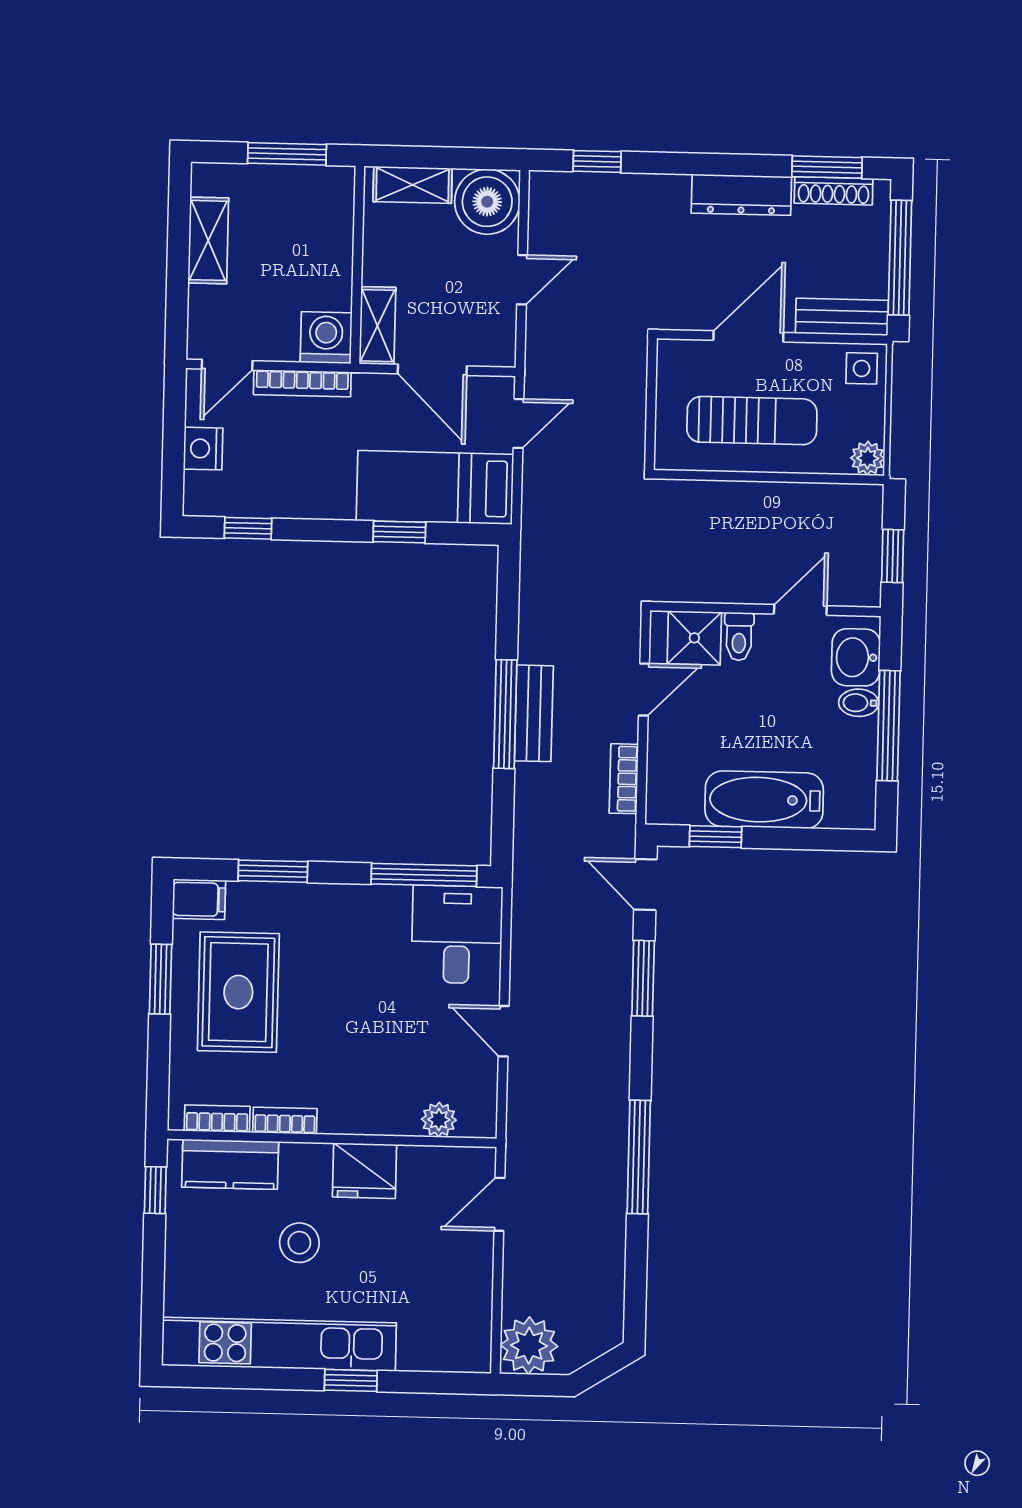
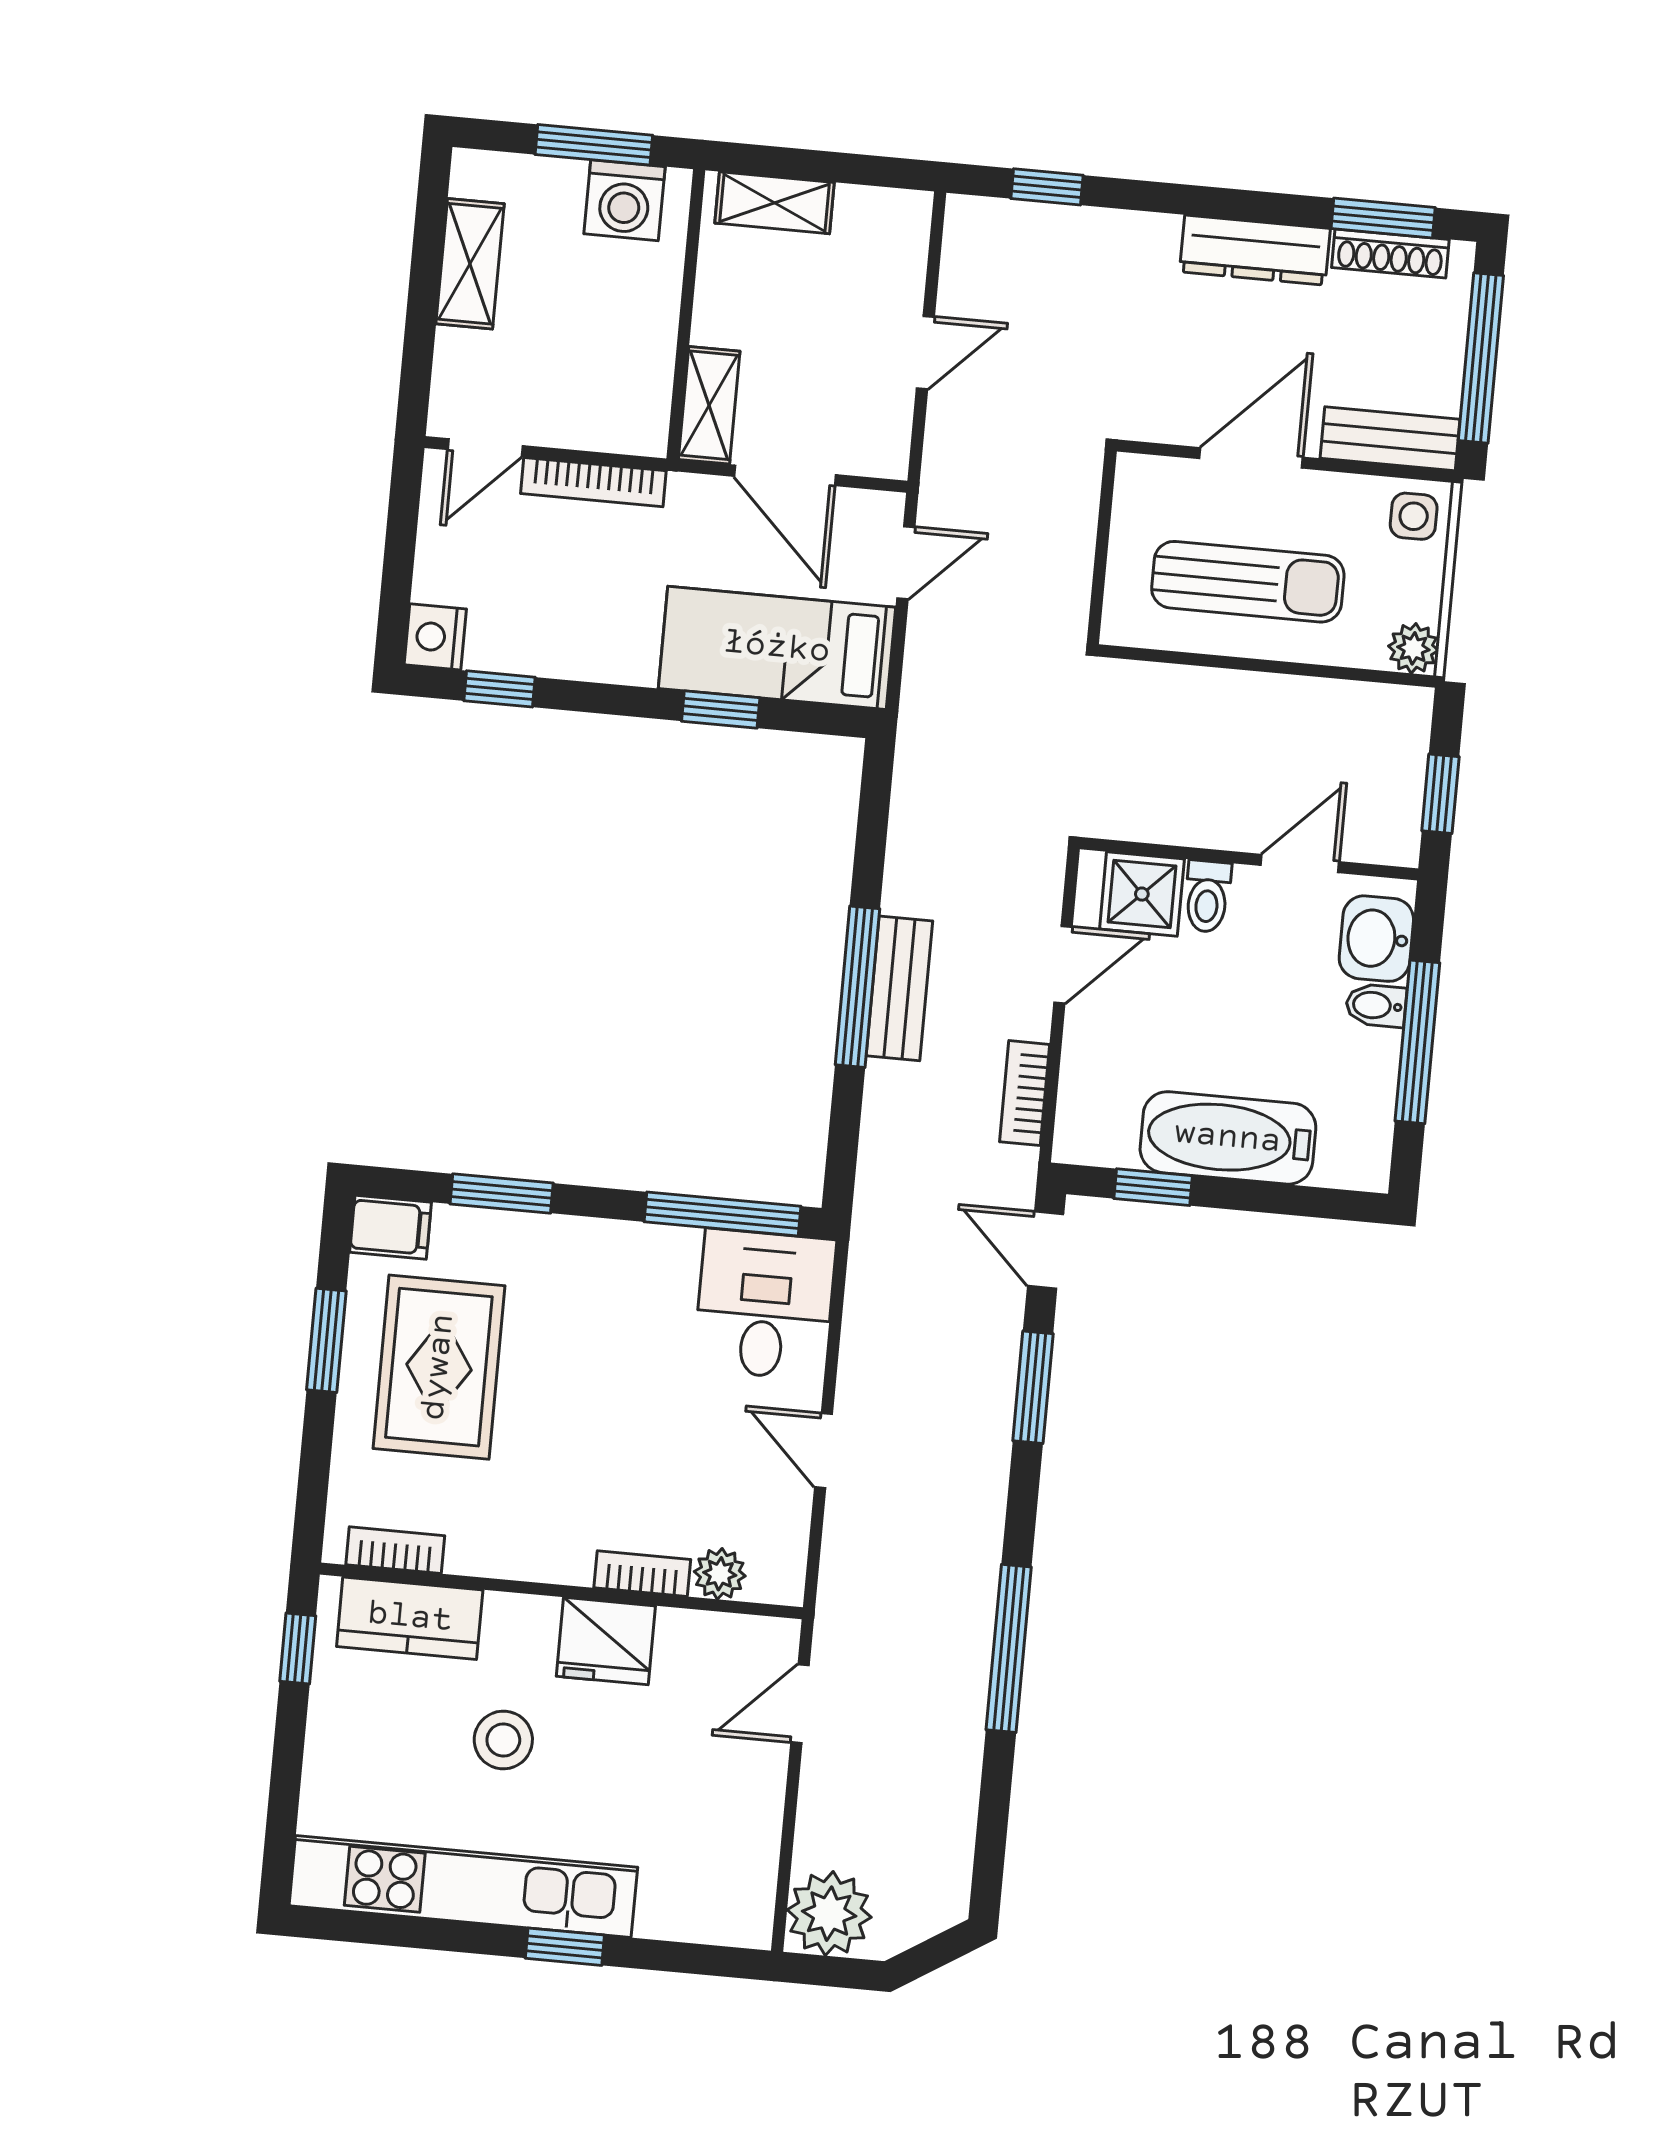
boiler: (487, 202) -> (882, 235), removed
washing machine: (326, 338) -> (624, 200), moved, turned 180
nightstand: (203, 449) -> (435, 637), moved
bookcase: (285, 1121) -> (642, 1574), moved

